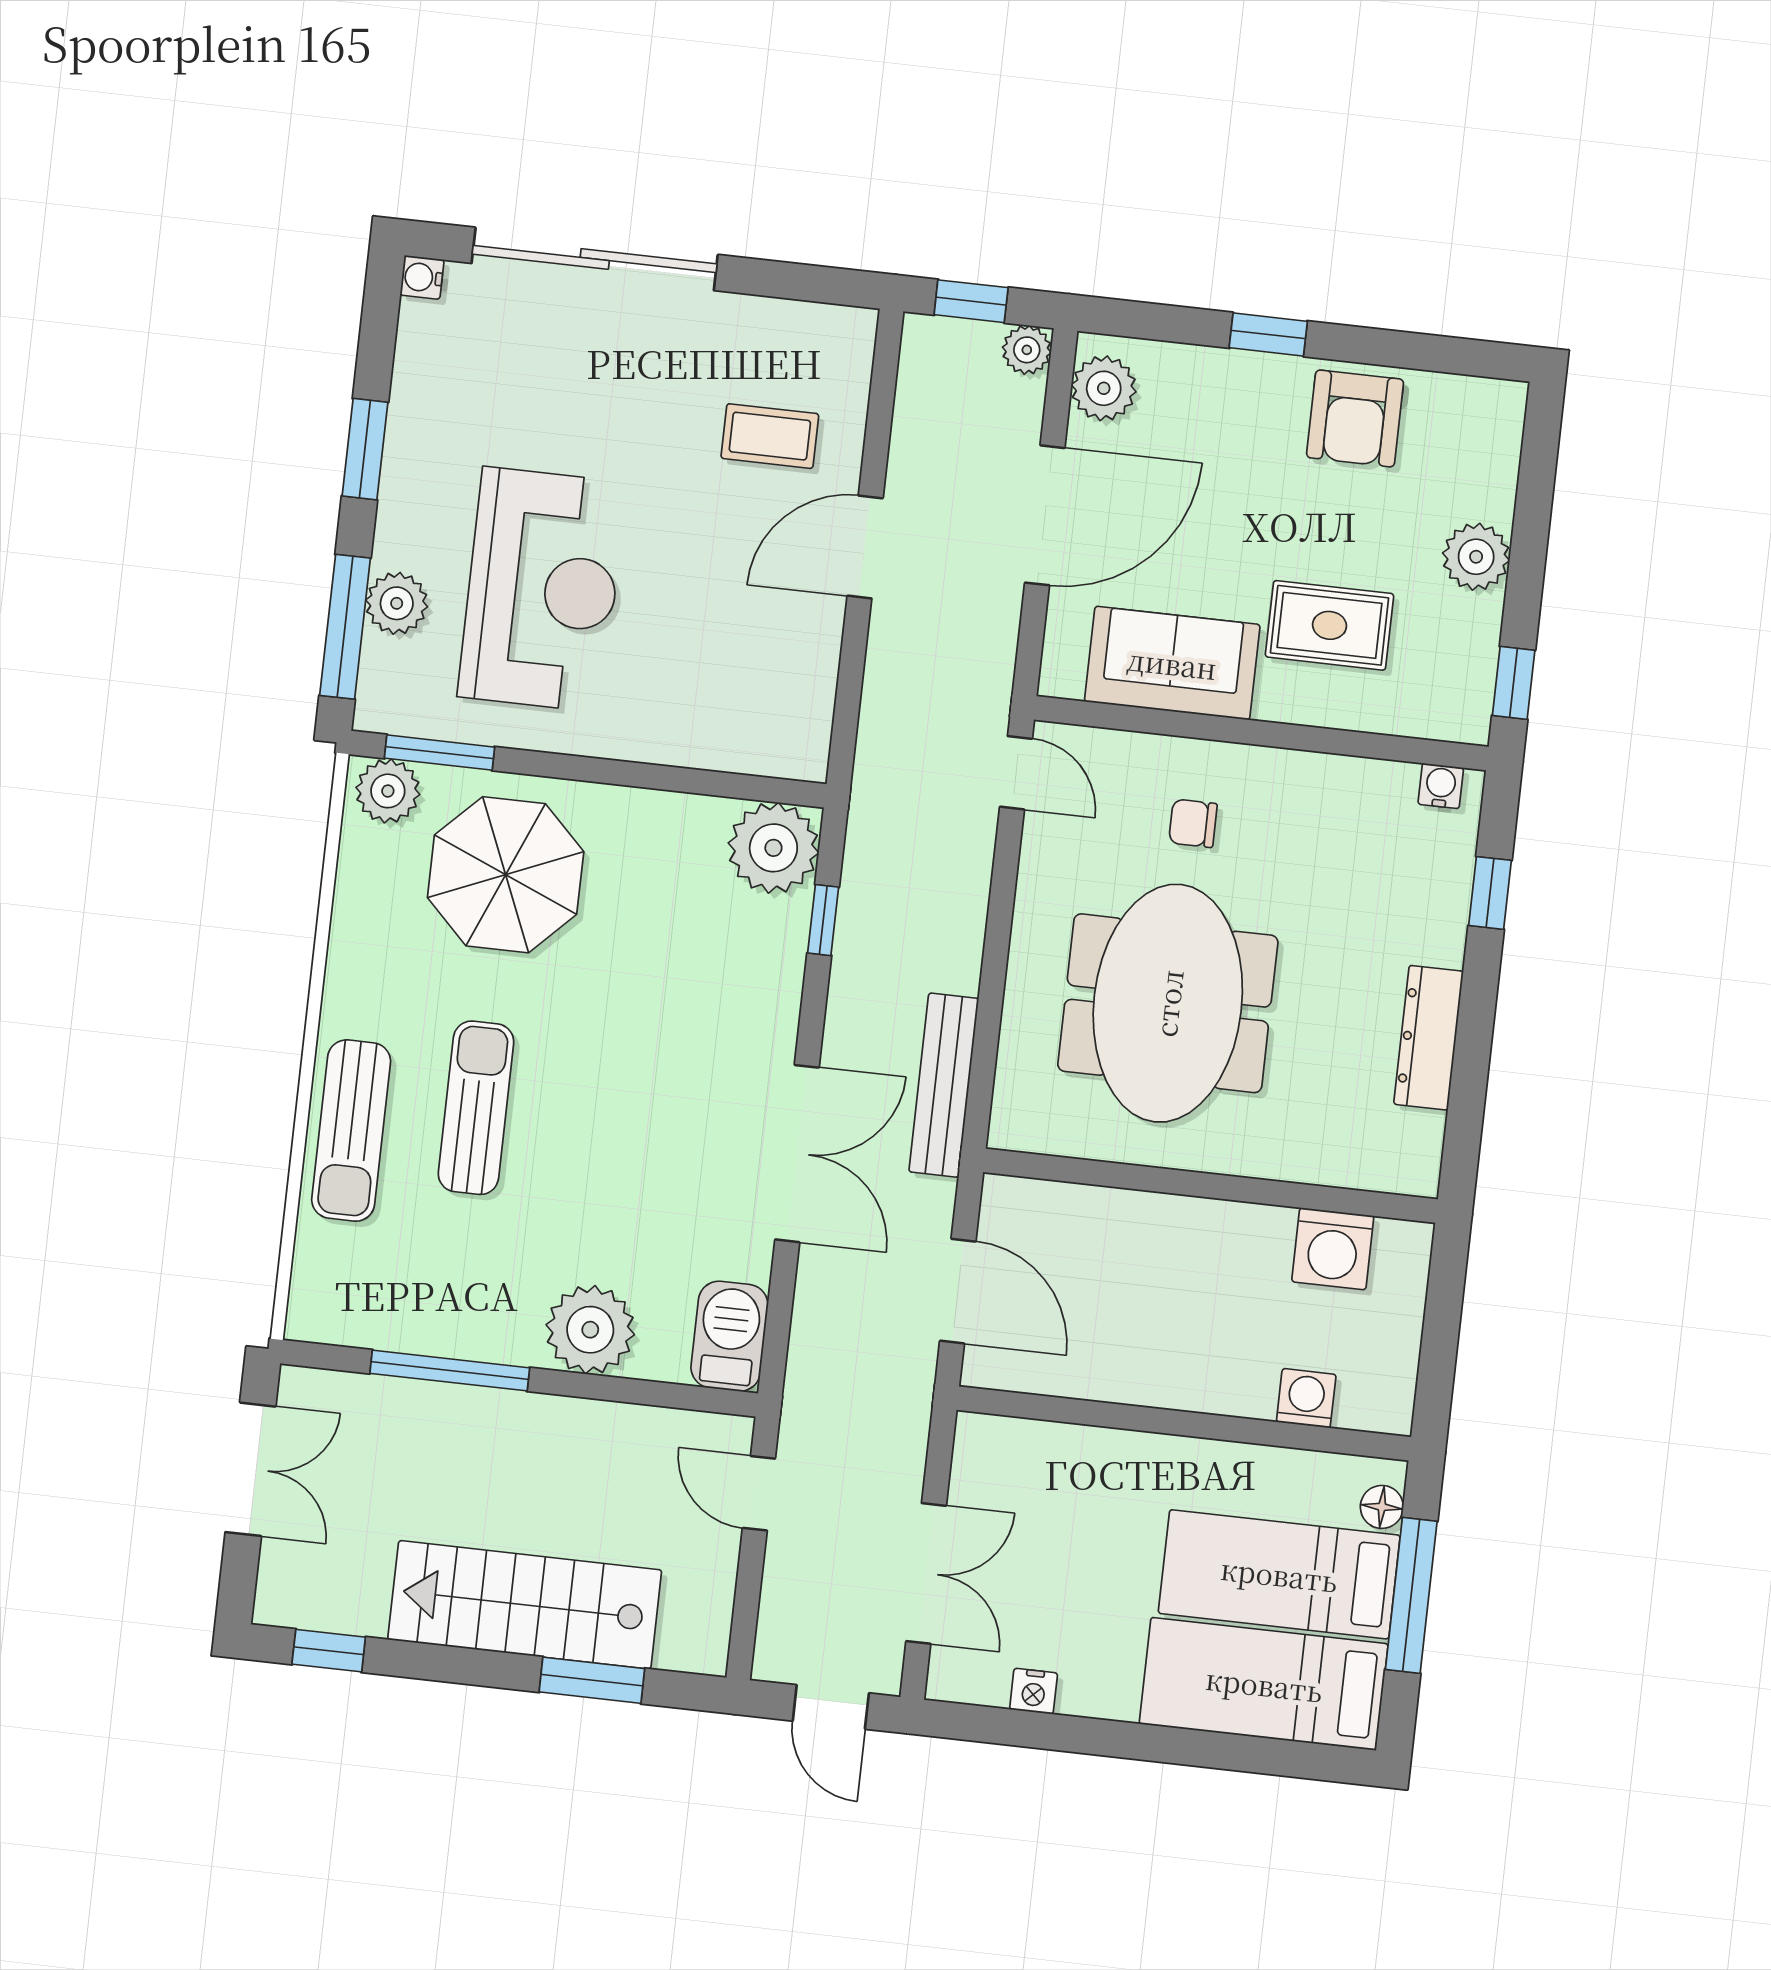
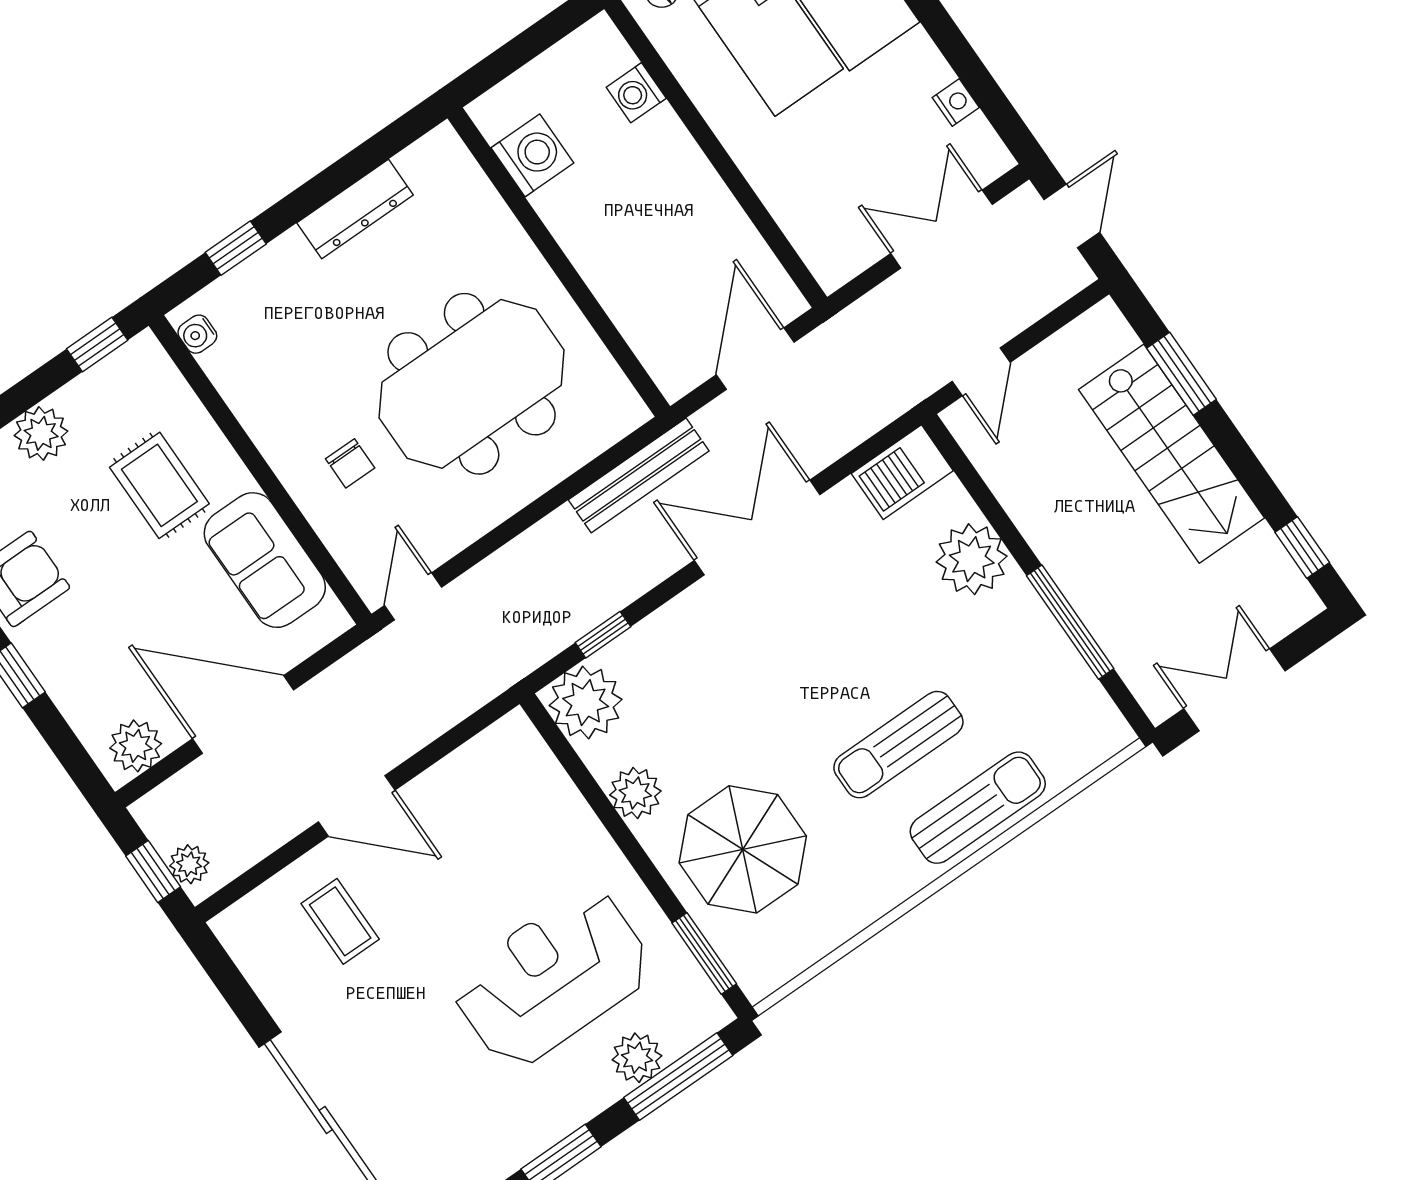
plant: (1027, 350) -> (189, 864), moved
plant: (388, 791) -> (635, 793), moved

